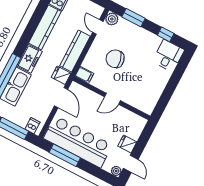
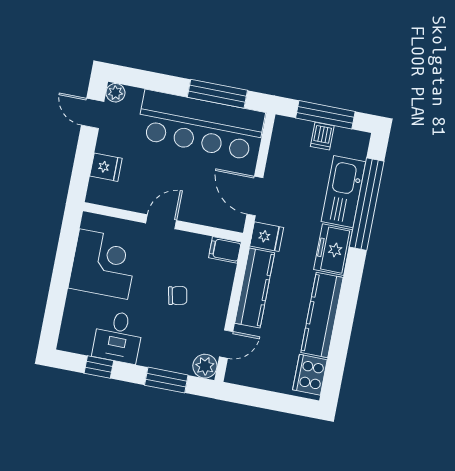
door: (98, 27) -> (226, 344), hinge flipped
desk: (168, 56) -> (118, 337), moved
chair: (115, 59) -> (178, 296), width x0.54, depth x0.54
corner desk: (148, 86) -> (104, 264), added
dishwasher: (32, 126) -> (322, 136), moved
fridge: (127, 144) -> (106, 167), moved

